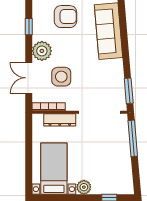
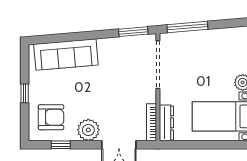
armchair: (65, 17) -> (51, 117), moved, turned 90
side table: (61, 77) -> (117, 108), removed
dresser: (60, 120) -> (166, 123), moved

